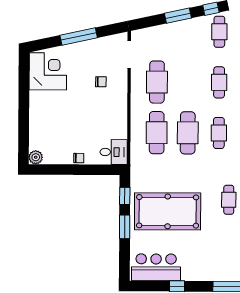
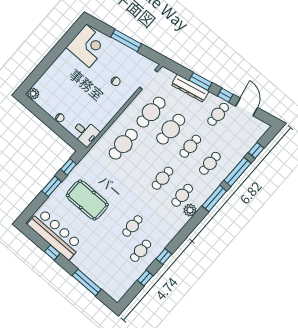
dresser: (174, 30) -> (190, 88), added
cafe table: (188, 133) -> (171, 129), moved
pool table: (168, 211) -> (87, 200), width x0.73, depth x0.76
bar counter: (156, 267) -> (55, 234), width x1.36

